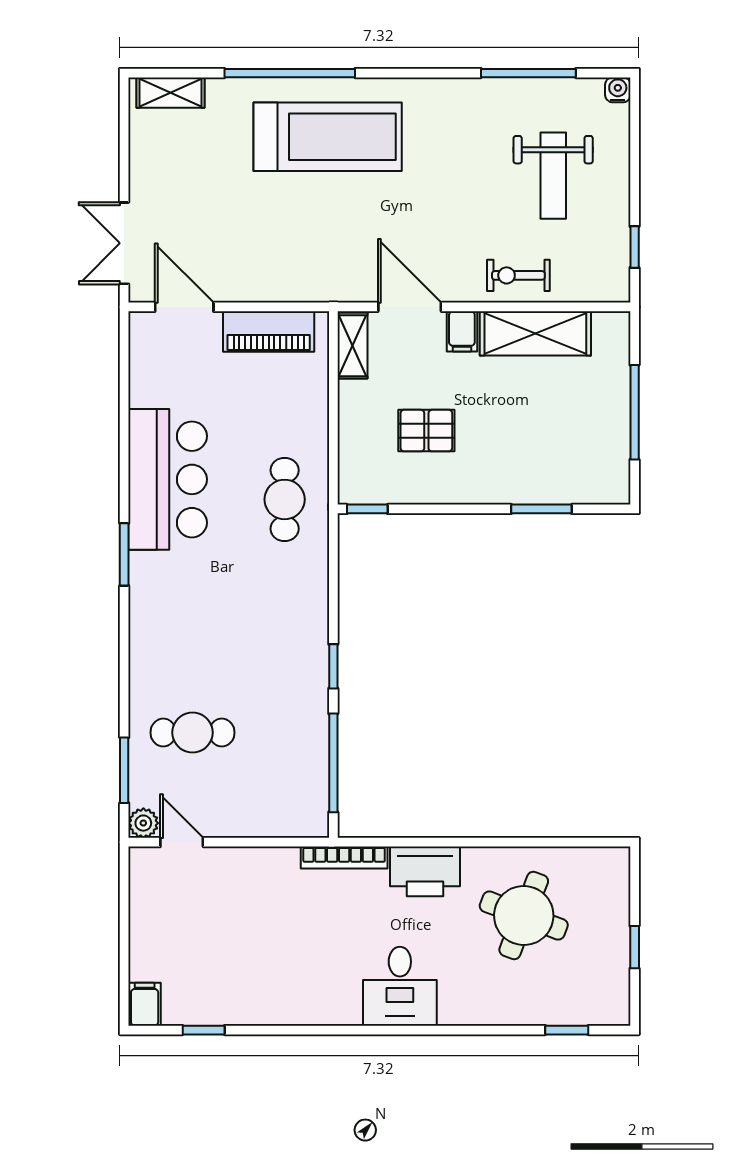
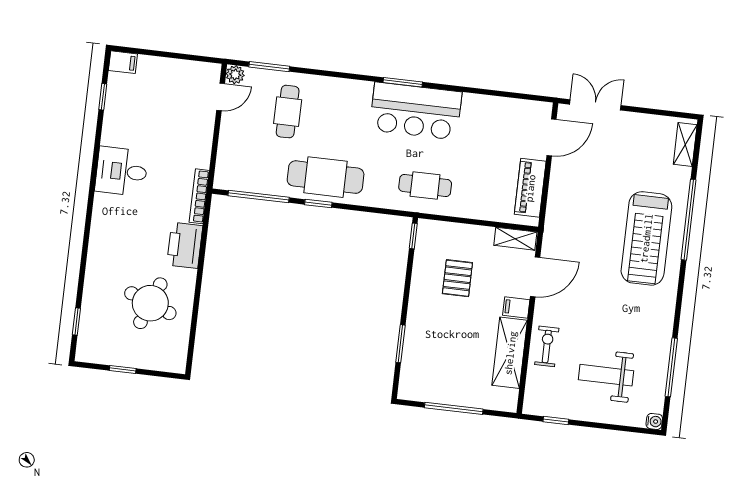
bar counter: (168, 479) -> (416, 111), moved
cafe table: (290, 660) -> (326, 177), added
desk: (400, 986) -> (121, 171), moved

